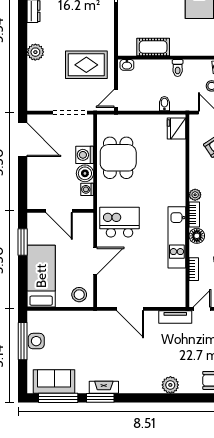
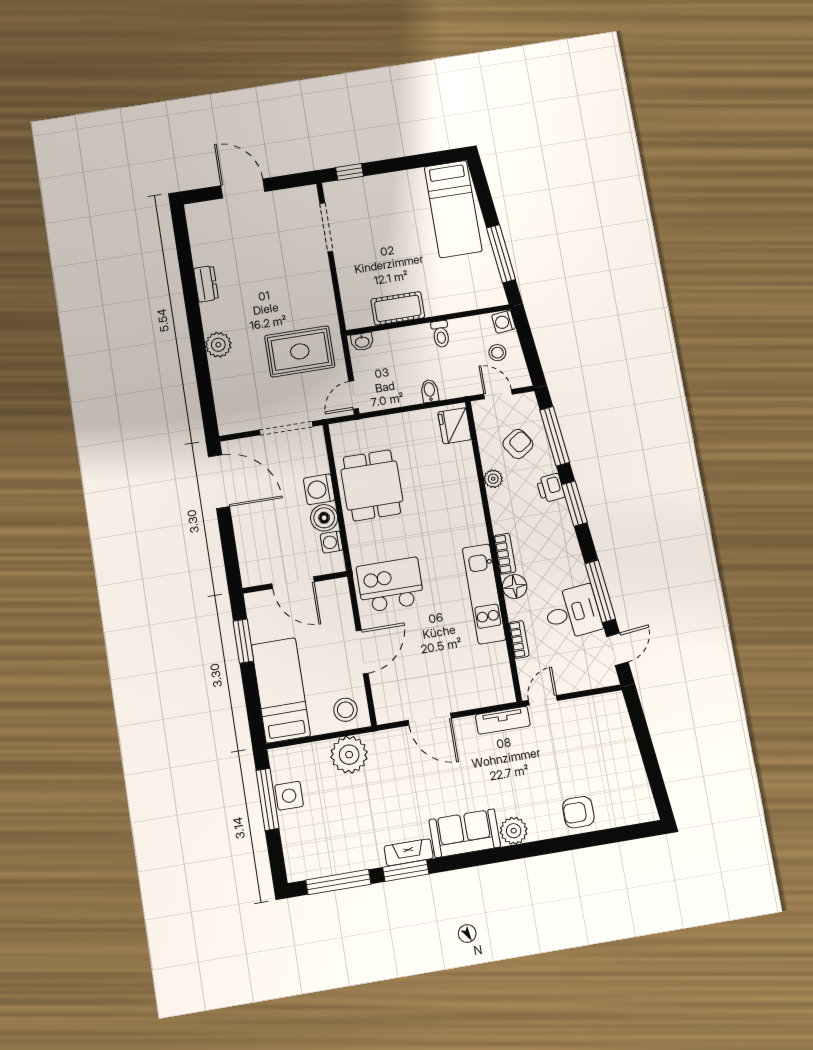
plant: (195, 195) -> (493, 479), moved
plant: (77, 322) -> (349, 755), added
sofa: (54, 382) -> (465, 833), moved

